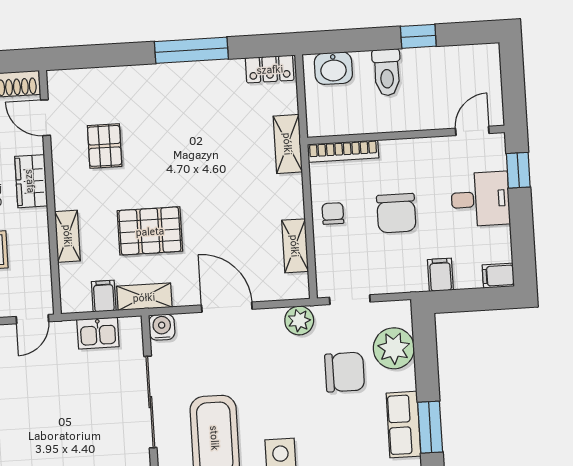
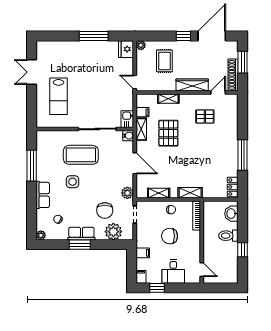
shelving: (288, 144) -> (190, 193), moved
window: (518, 170) -> (157, 288), moved
wardrobe: (31, 181) -> (192, 85), width x1.50
door: (227, 307) -> (135, 163), hinge flipped
kitchen sink: (98, 333) -> (127, 119), moved

